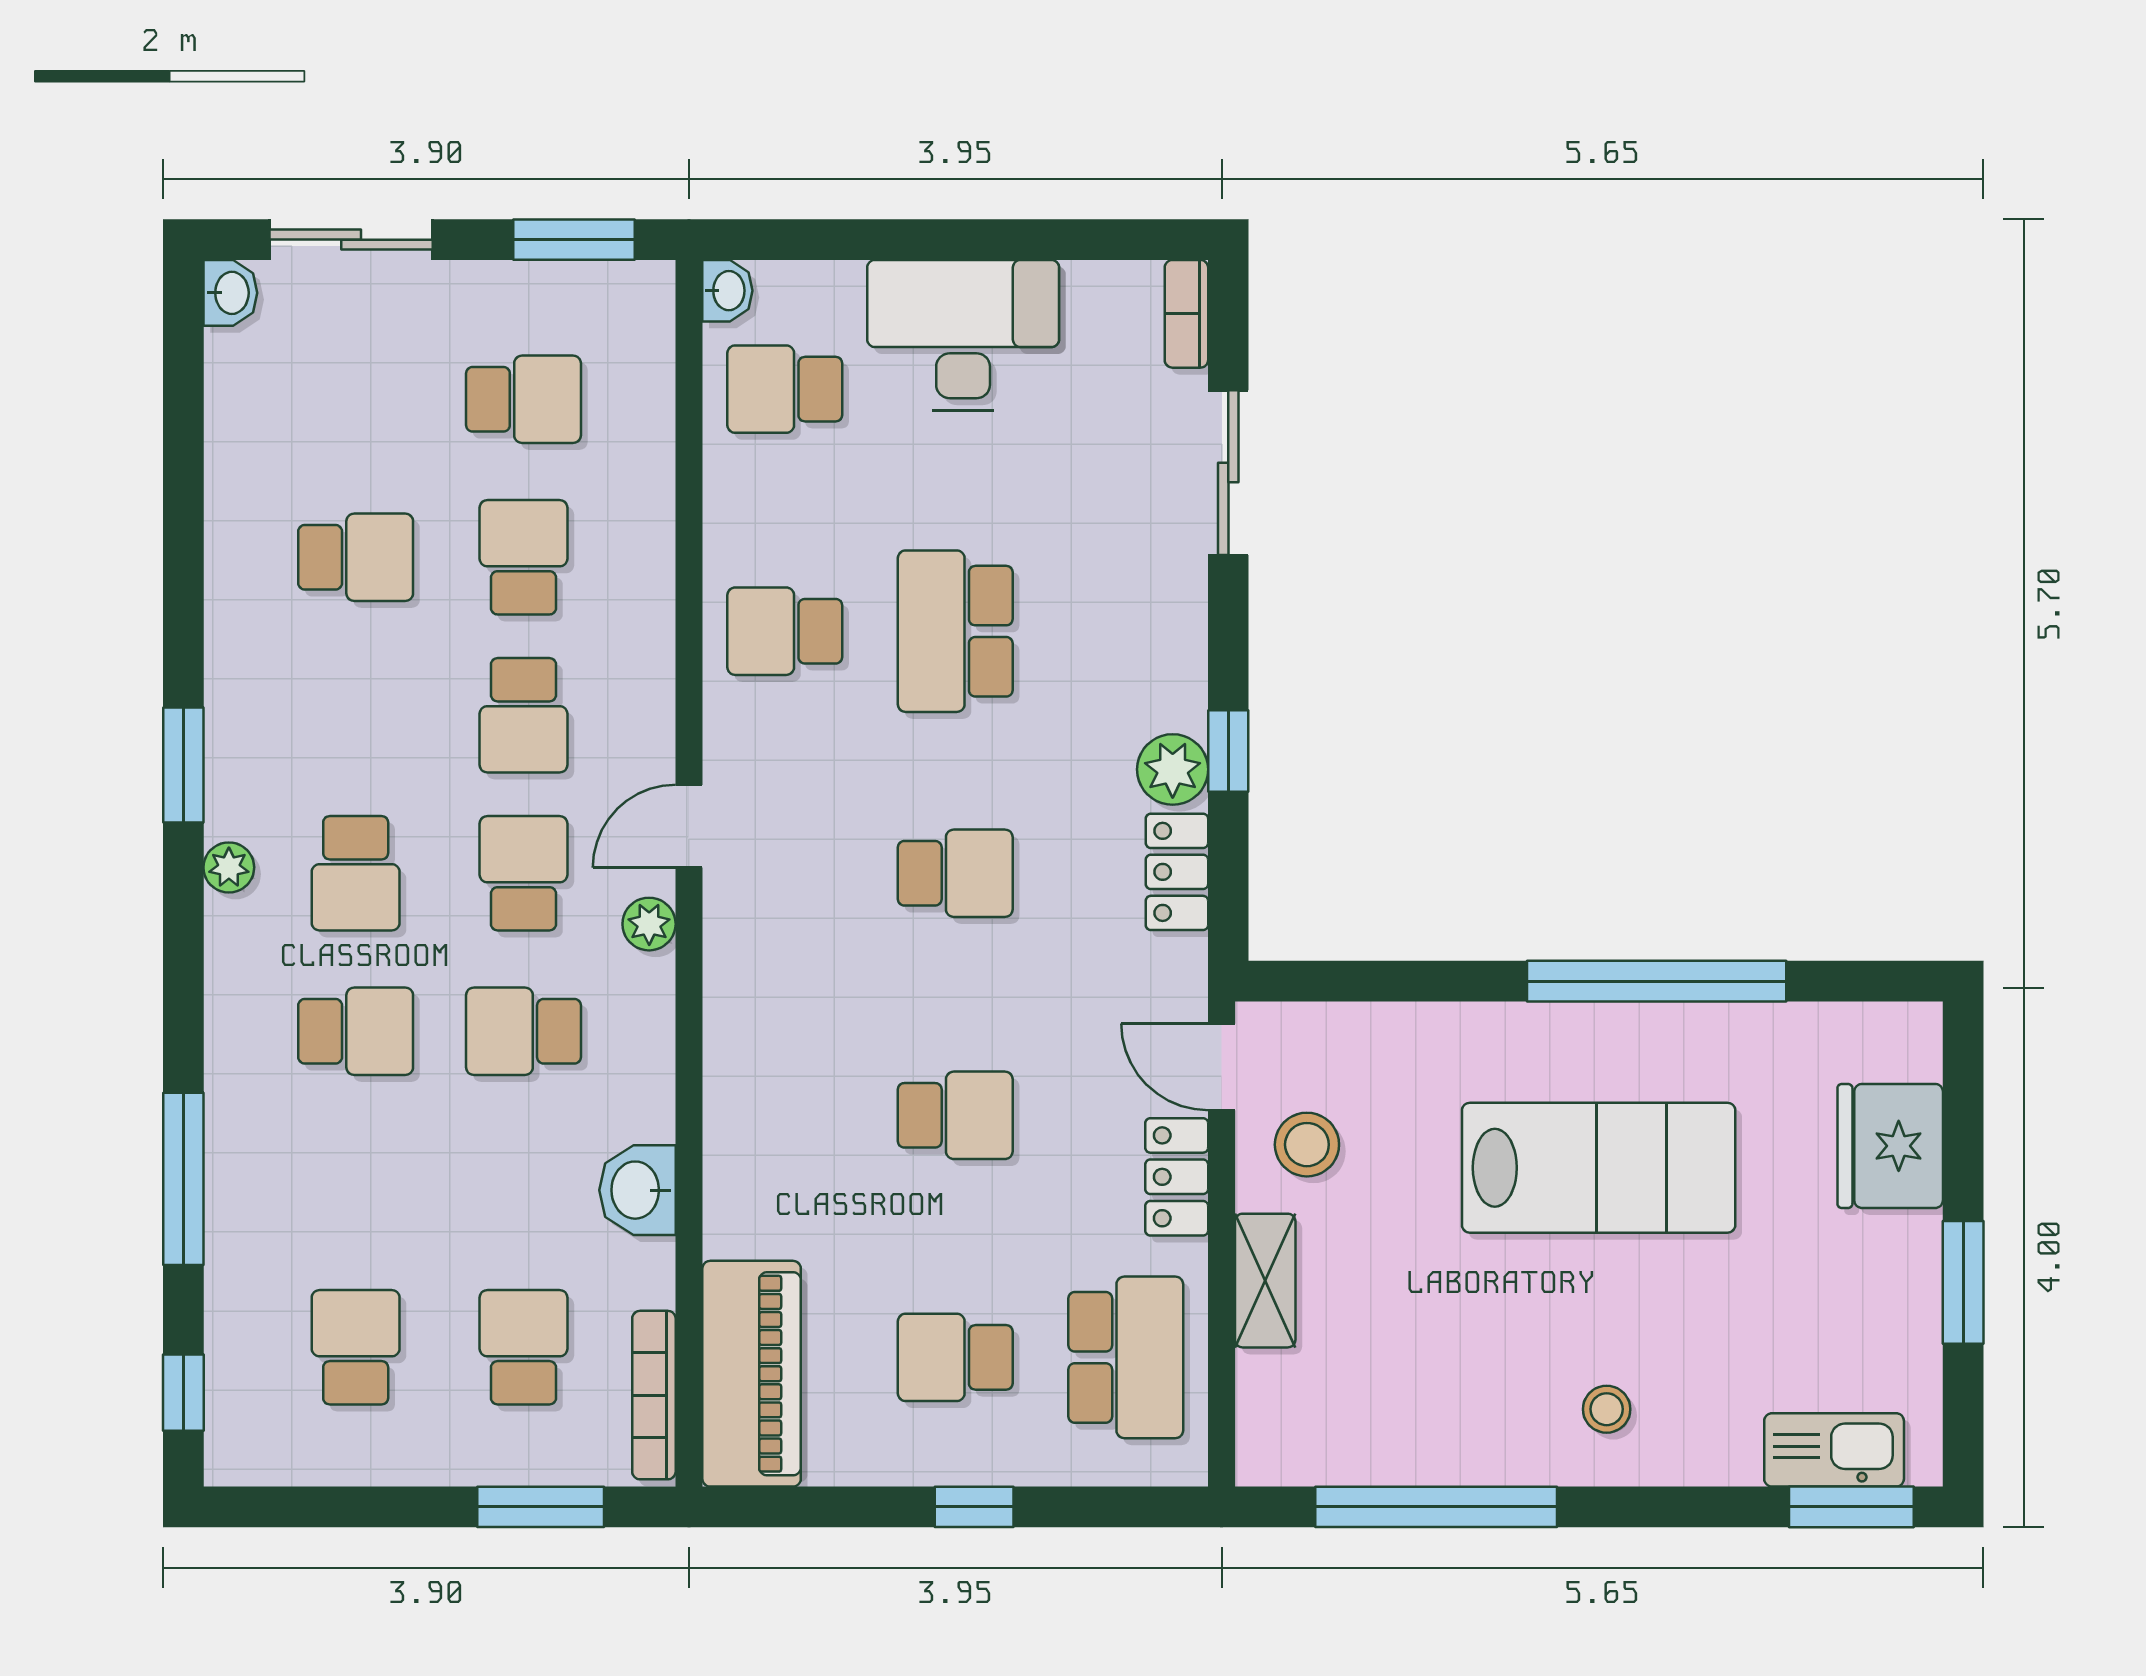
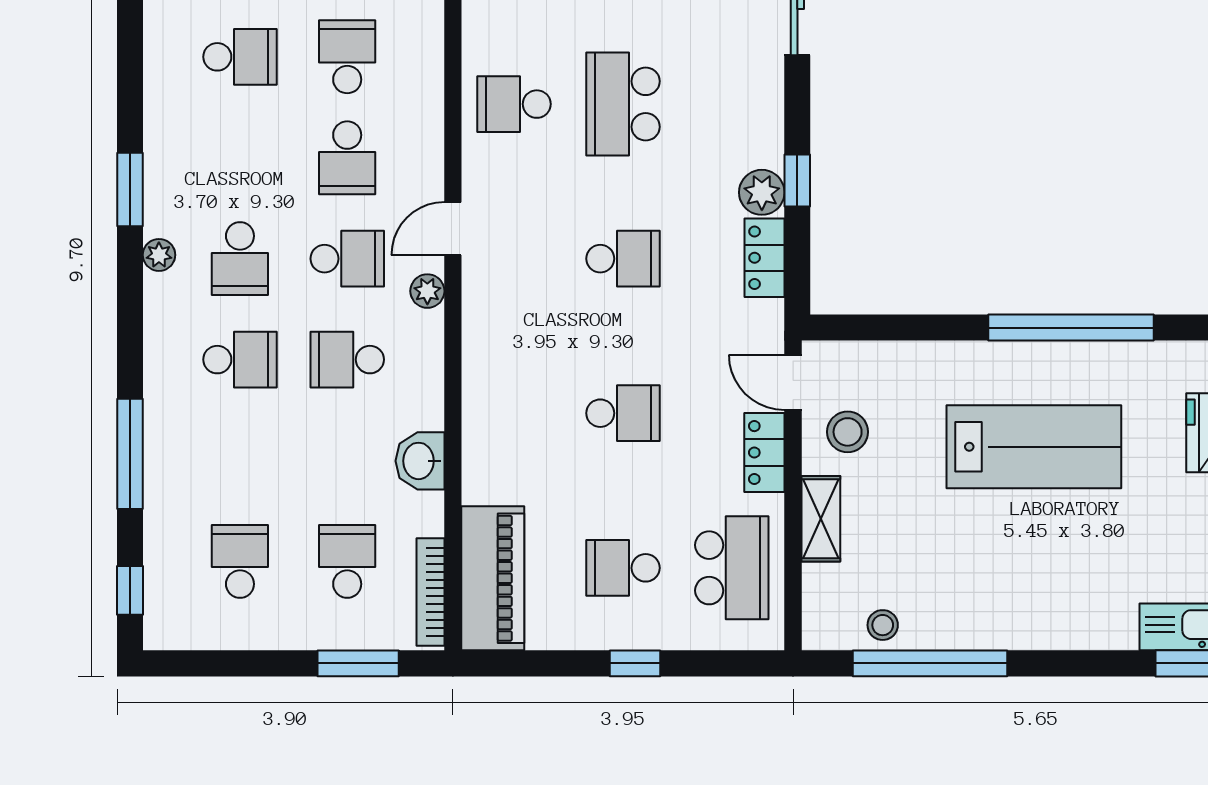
school desk: (523, 873) -> (347, 259), turned 90
stool: (1607, 1409) -> (883, 625), moved

